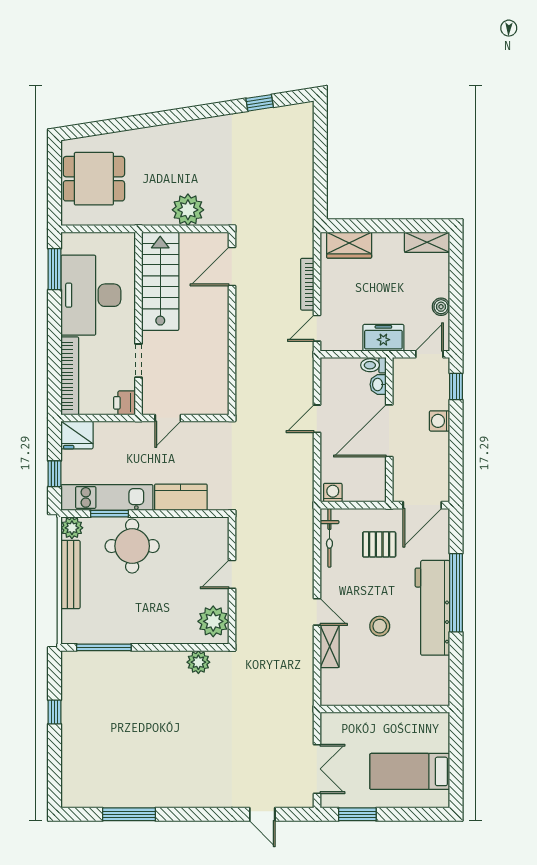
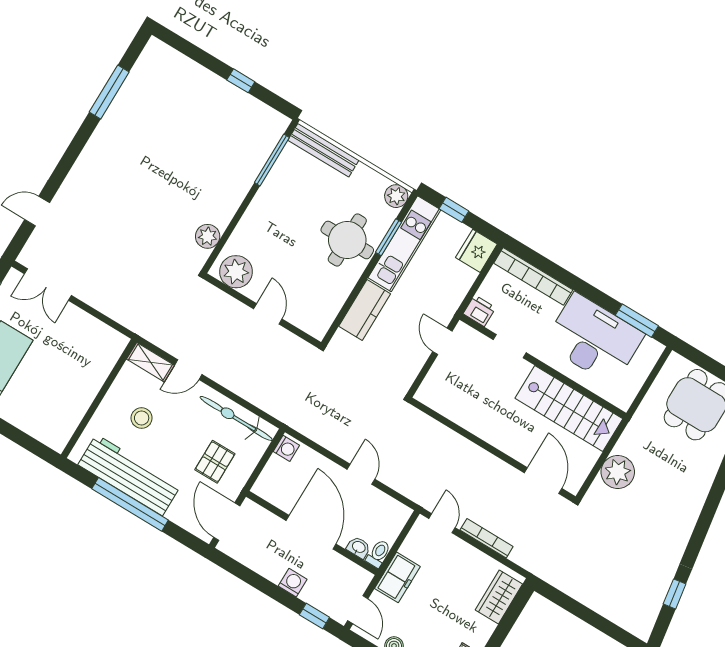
bicycle: (329, 538) -> (236, 418), width x1.37, depth x1.40
bench: (71, 575) -> (323, 150), moved
wall: (385, 709) -> (99, 398), moved

